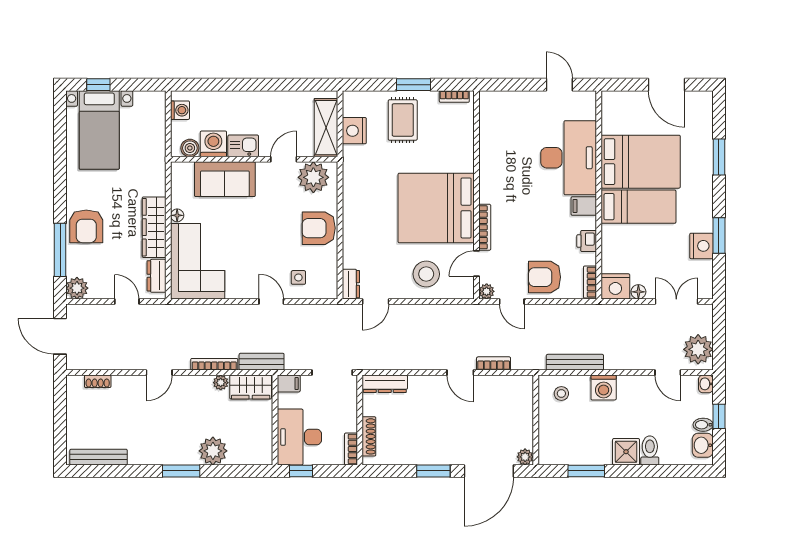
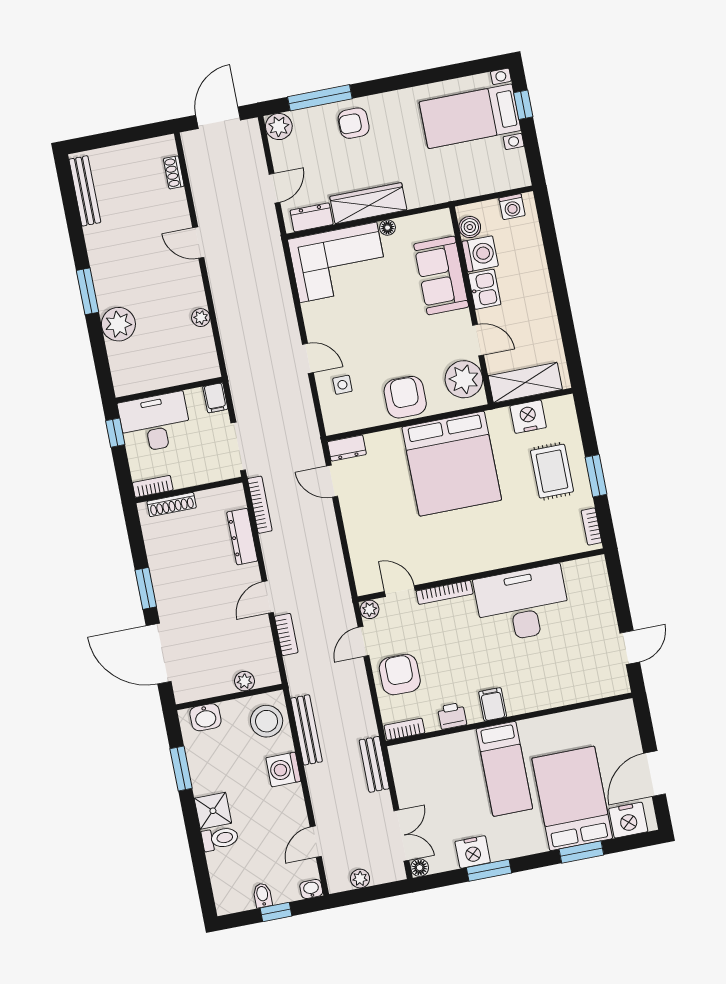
rug: (403, 120) -> (552, 471), turned 90
desk: (569, 158) -> (522, 604), moved, turned 180
bed: (641, 162) -> (572, 798), moved, turned 180
bed: (436, 208) -> (452, 464), moved, turned 180
armchair: (86, 226) -> (354, 123), width x0.72, depth x0.72
stool: (426, 274) -> (376, 534), removed
nightstand: (615, 286) -> (628, 820), moved, turned -90
floor lamp: (638, 292) -> (420, 868), moved
door: (271, 302) -> (308, 358), hinge flipped
plant: (698, 349) -> (360, 879), width x0.53, depth x0.53
bench: (262, 362) -> (374, 764), moved
bookcase: (214, 364) -> (260, 505), moved
dresser: (385, 384) -> (242, 537), moved
wardrobe: (251, 387) -> (202, 354), removed
stool: (561, 394) -> (267, 721), width x1.89, depth x1.89
washbasin: (703, 445) -> (205, 717), moved, turned 180
plant: (525, 457) -> (244, 681), moved

